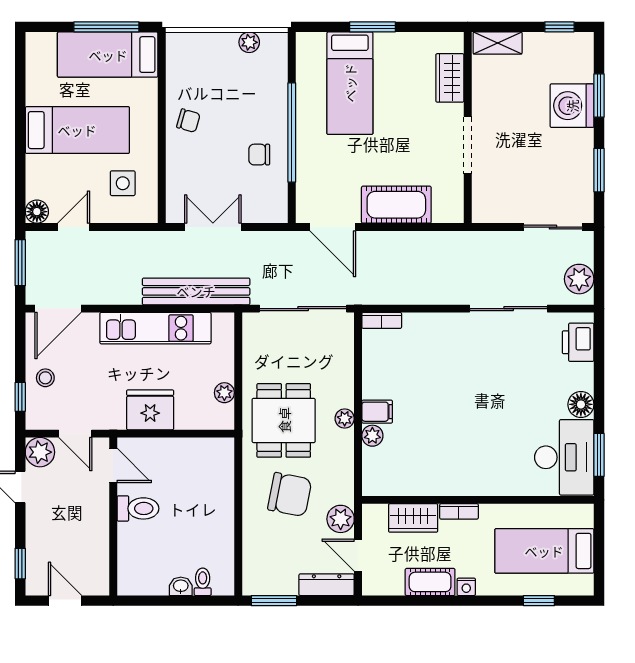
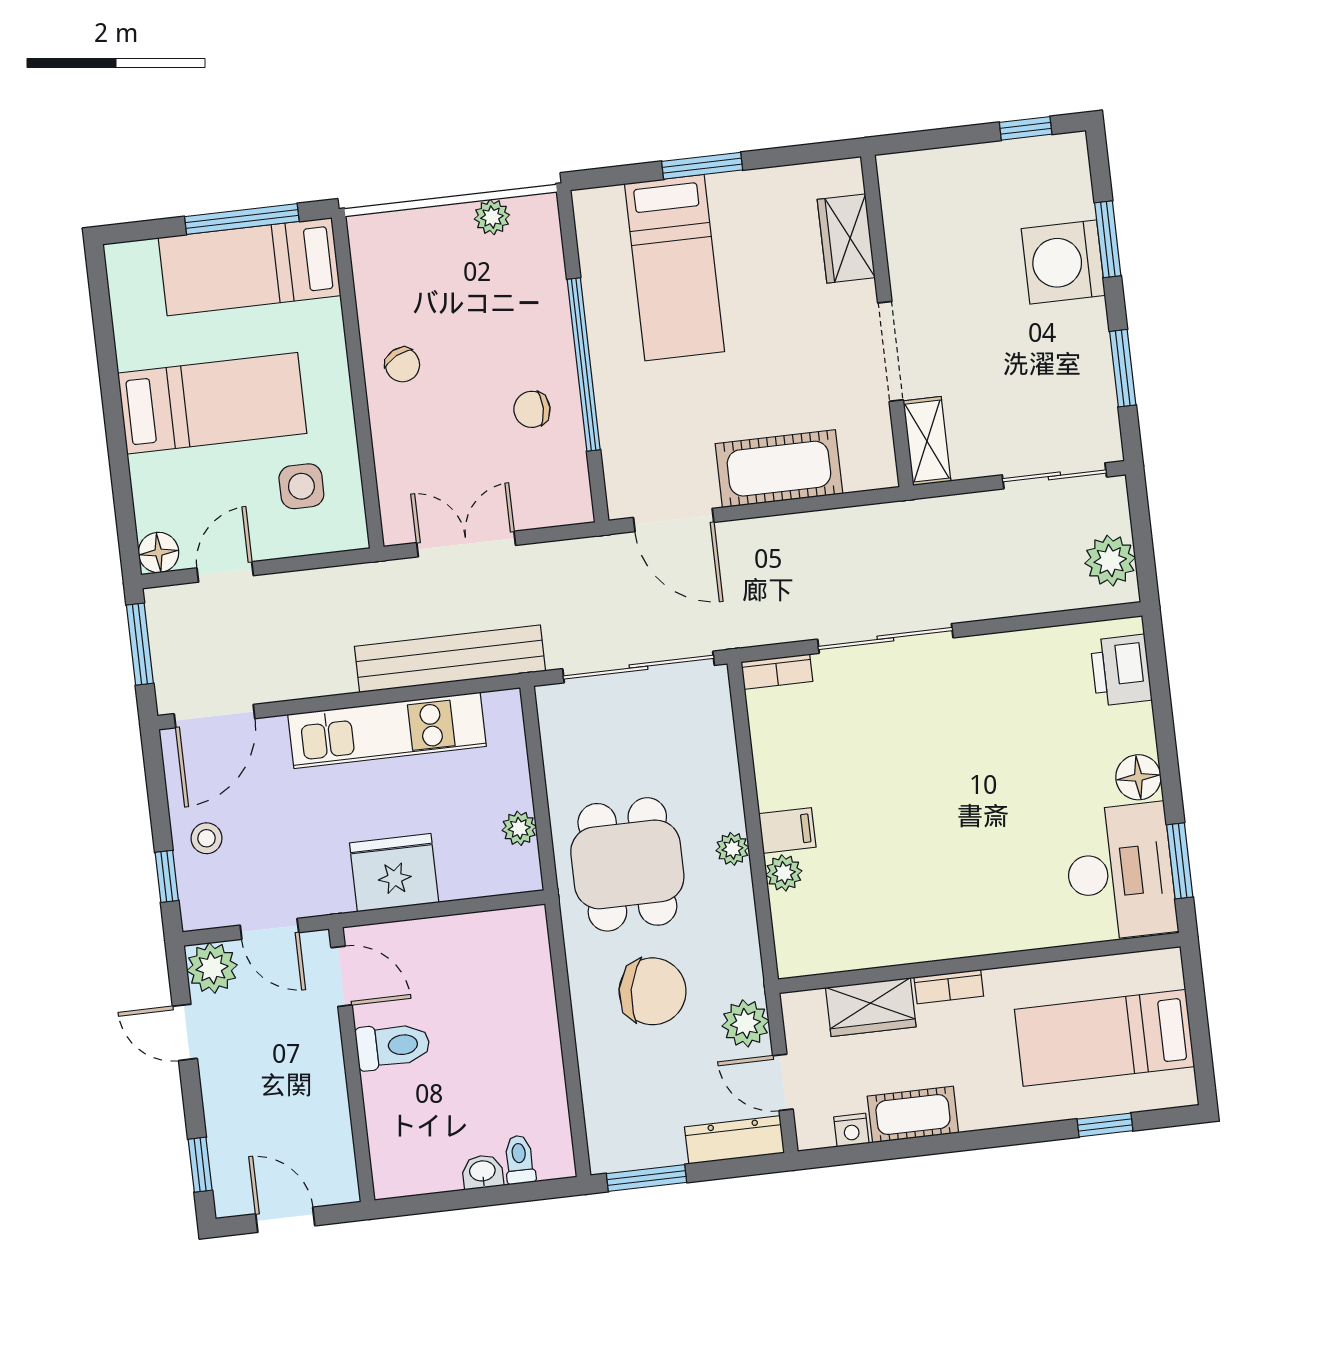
shelving: (498, 43) -> (927, 441), moved, turned 90
chair: (188, 121) -> (402, 365), turned 47
sliding door: (509, 309) -> (885, 639), moved
nightstand: (466, 587) -> (851, 1130), moved

